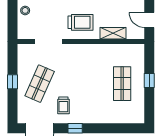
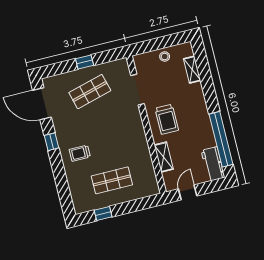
window: (149, 80) -> (103, 214), moved
shop shelf: (40, 84) -> (90, 92), turned -39
trolley: (63, 105) -> (80, 153), moved

